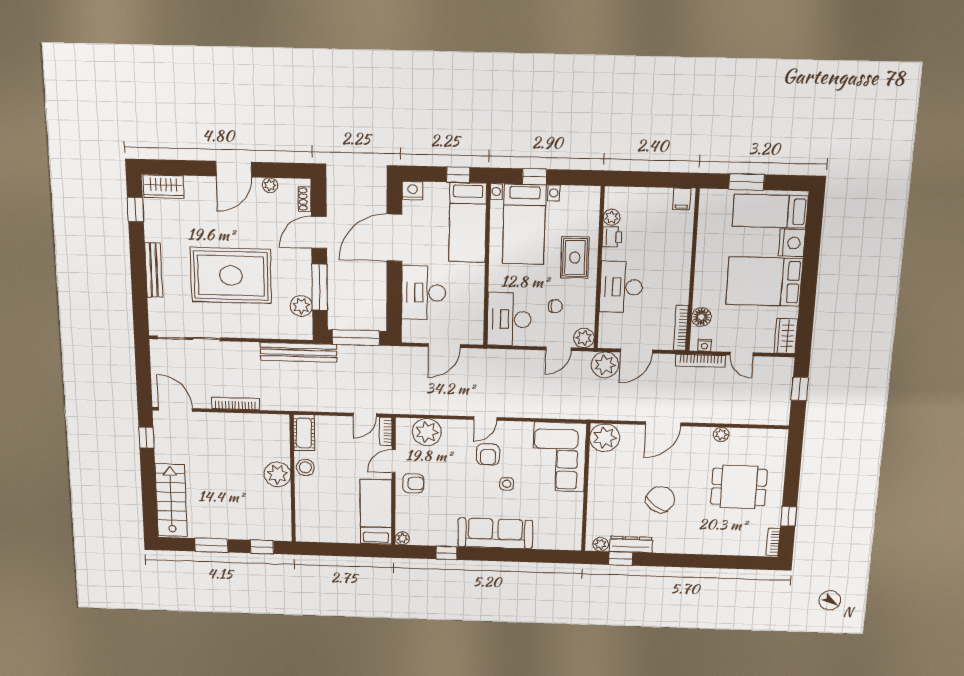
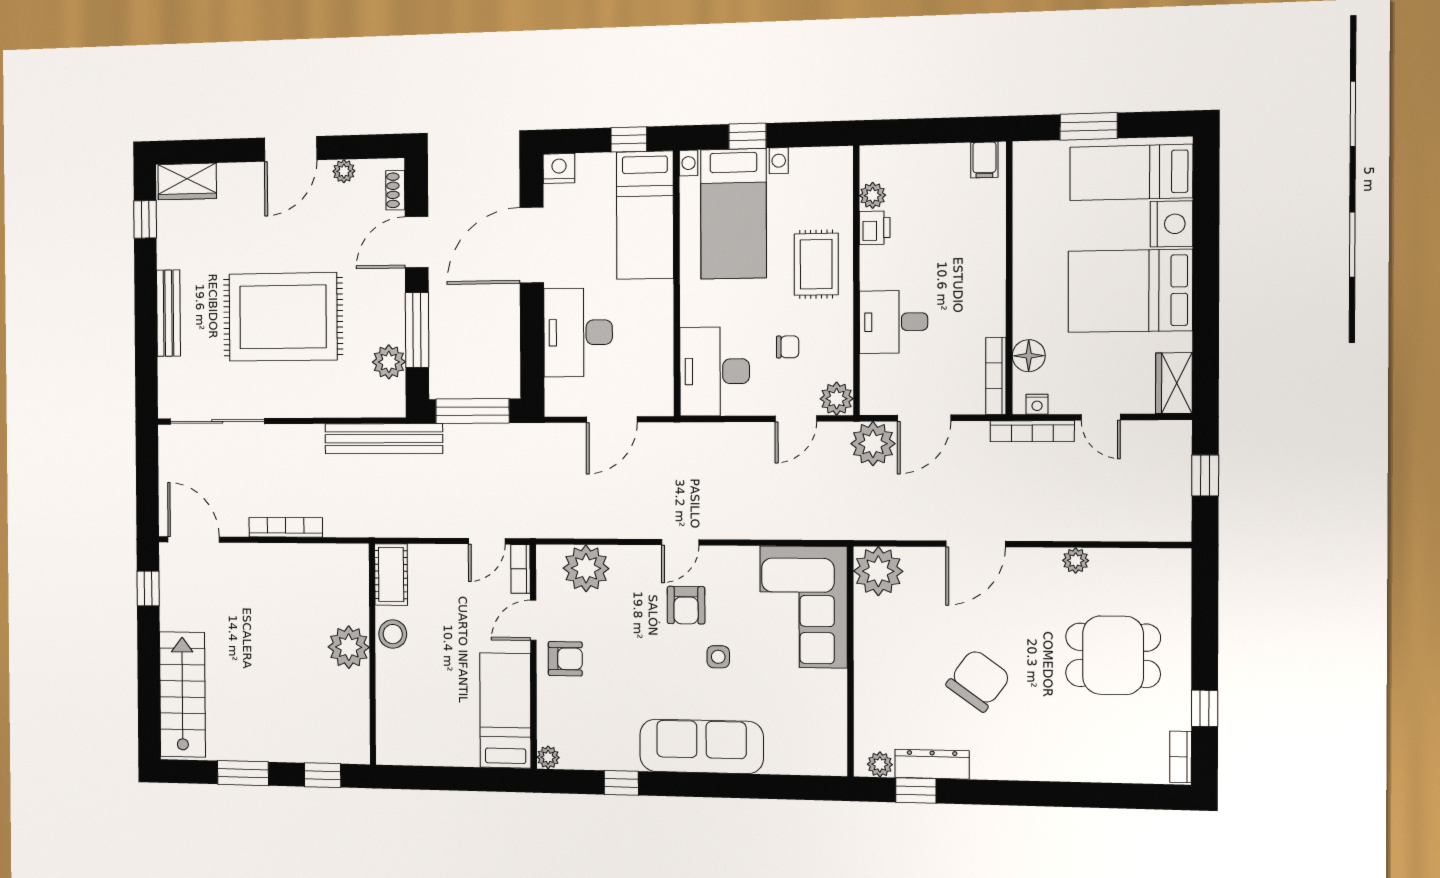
desk: (621, 287) -> (893, 322), width x0.73

